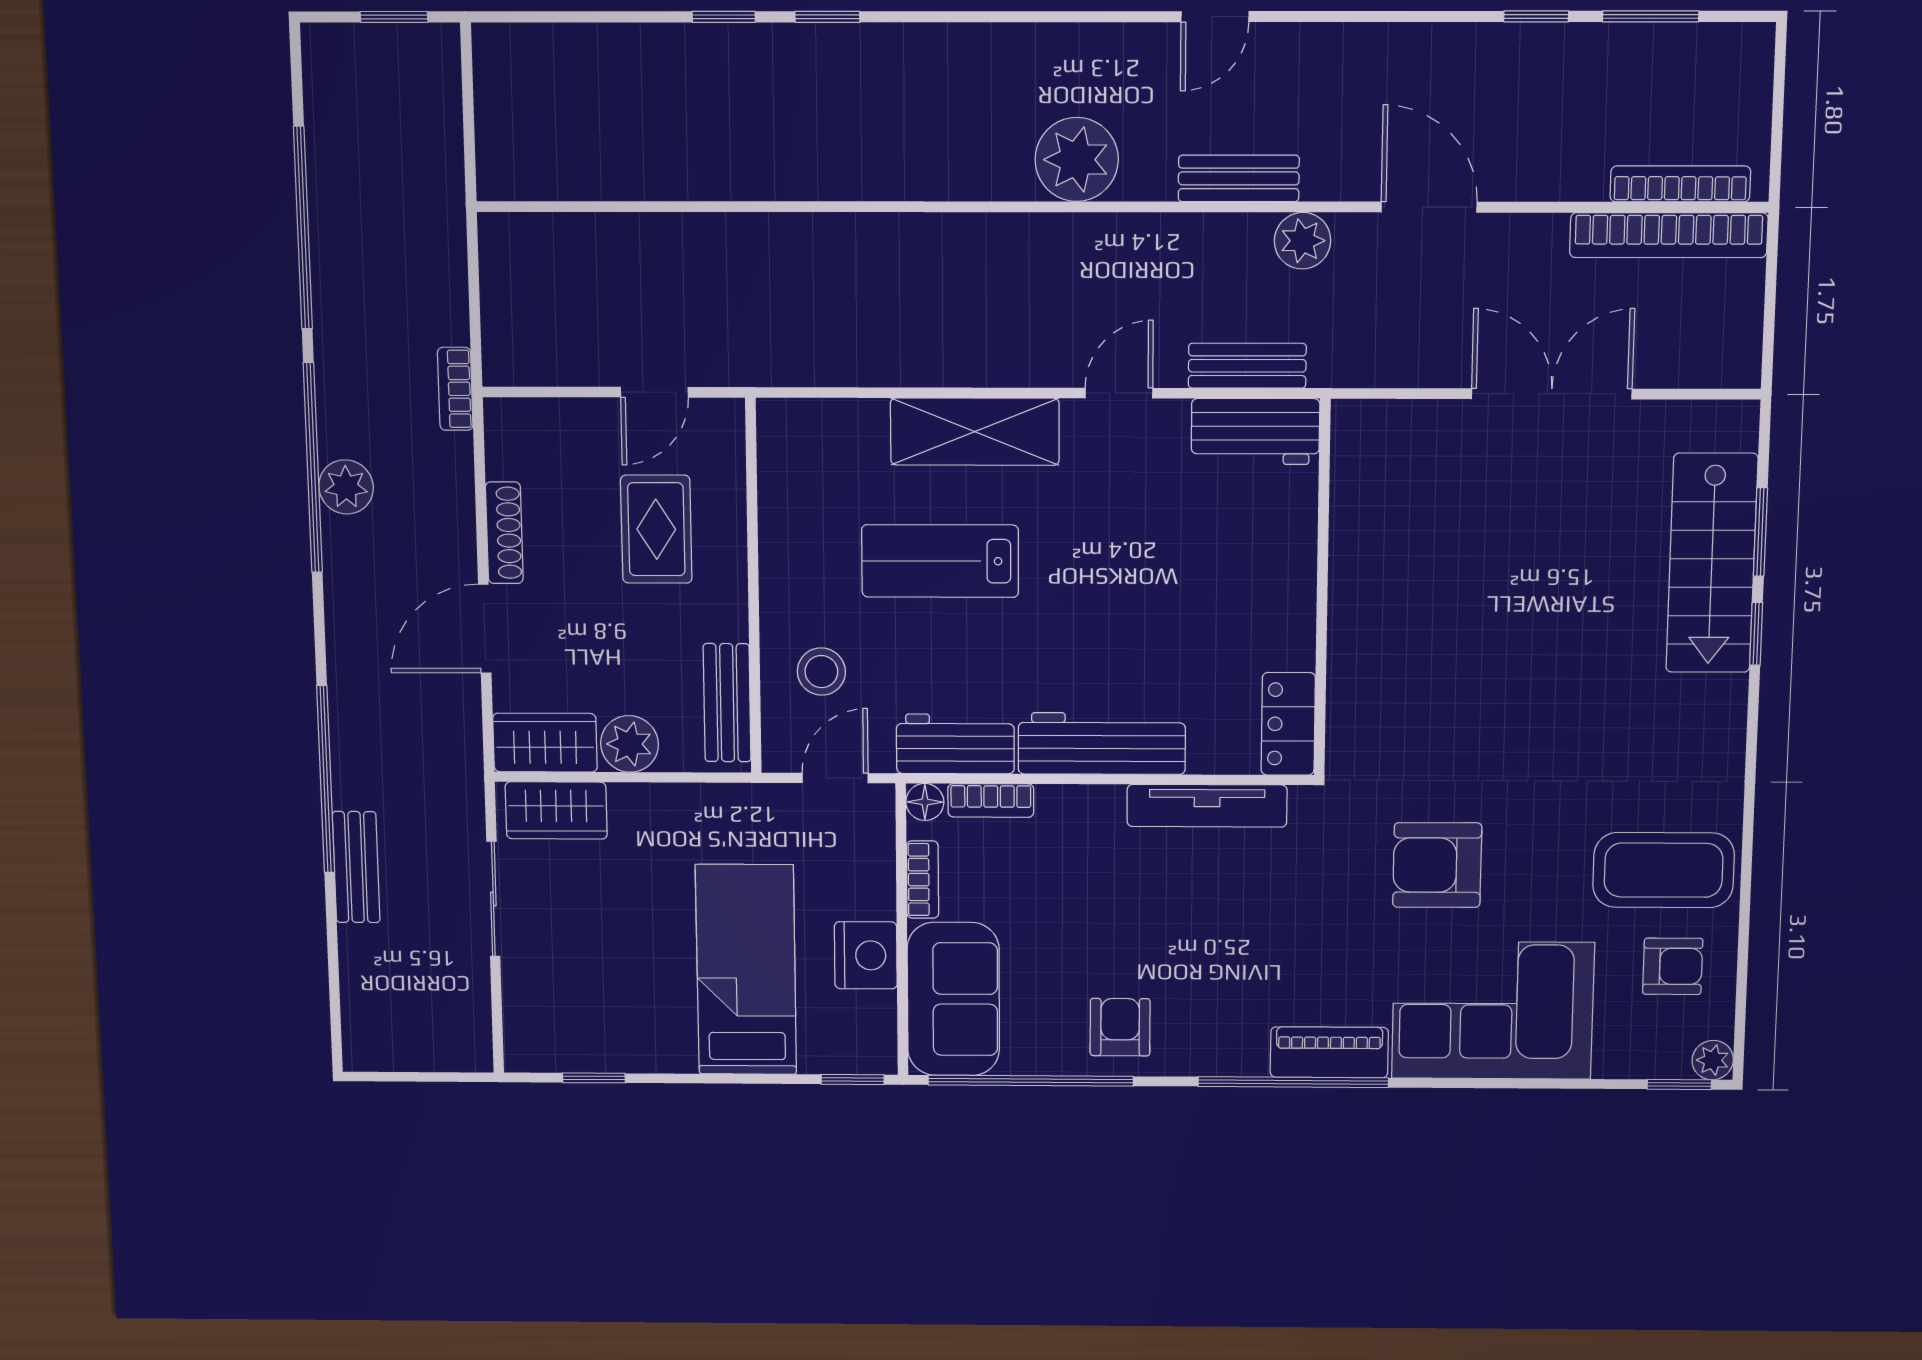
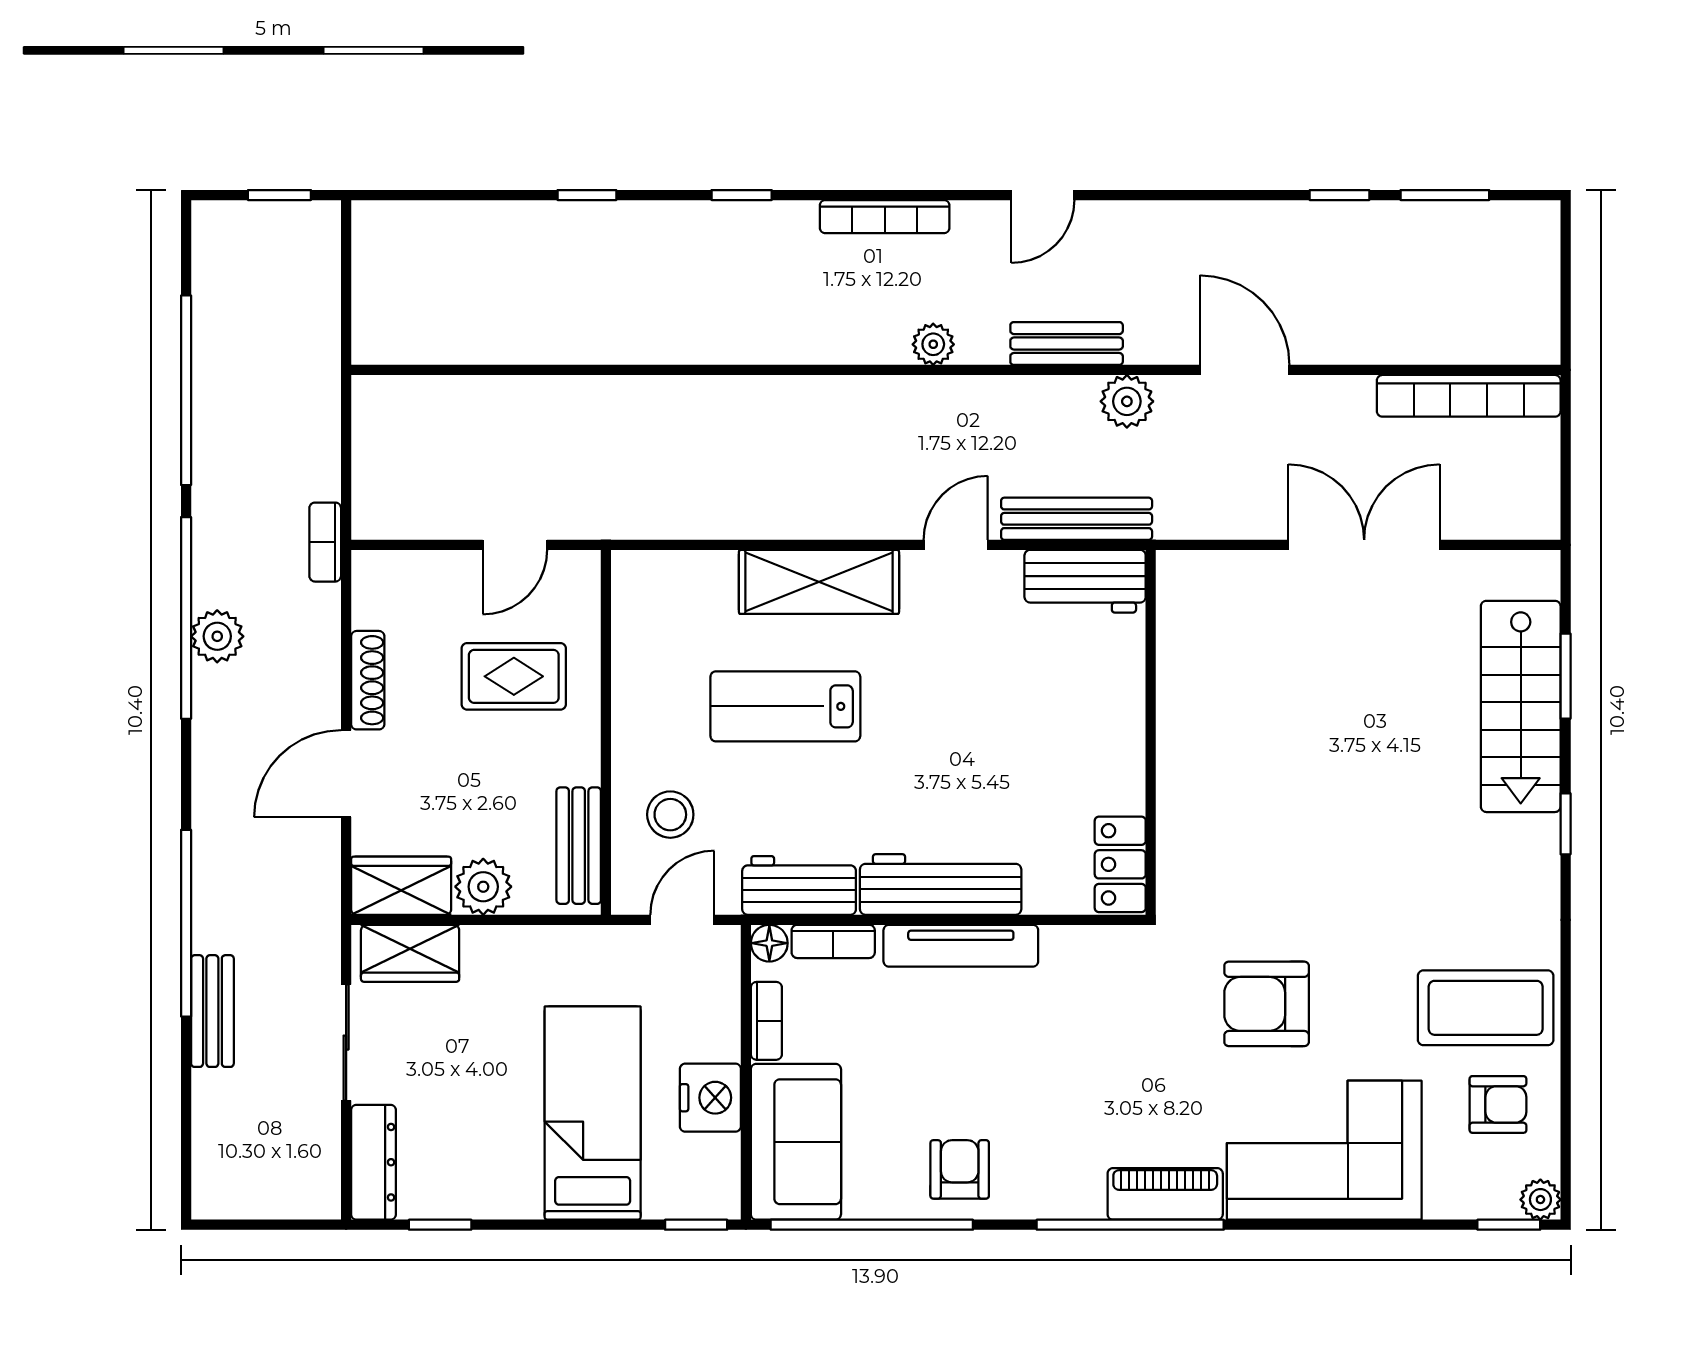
window: (827, 17) -> (742, 195), moved
plant: (1077, 160) -> (933, 344), width x0.53, depth x0.53
bookcase: (1680, 184) -> (885, 217), moved, turned 180
bench: (1247, 366) -> (1077, 519), width x1.36
rug: (656, 529) -> (514, 676), turned 90
window: (1756, 634) -> (1566, 824), moved
tv unit: (1207, 806) -> (961, 946), moved
dresser: (525, 1017) -> (373, 1162), added

